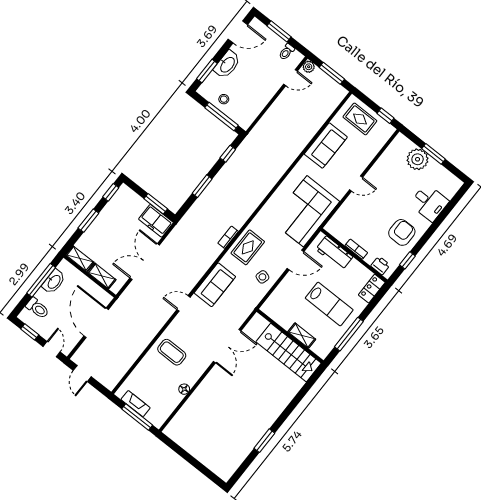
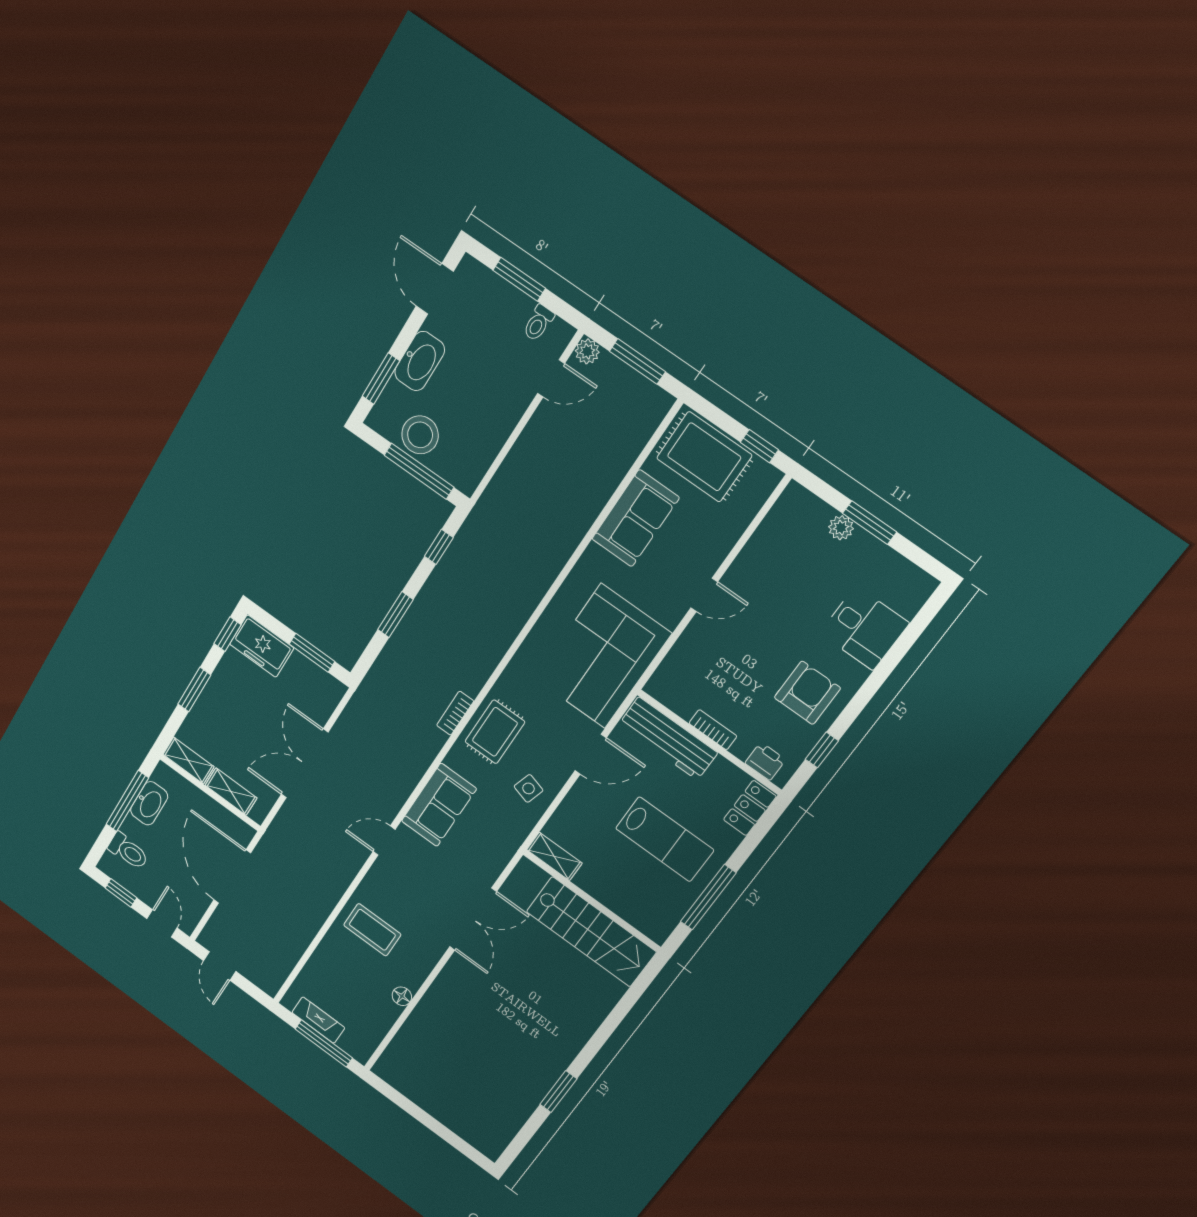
door: (238, 32) -> (435, 289), swing flipped
stool: (224, 99) -> (420, 435), width x1.89, depth x1.89
rug: (360, 119) -> (704, 457), width x1.36, depth x1.43
plant: (418, 159) -> (841, 528), width x0.53, depth x0.53
freezer: (156, 221) -> (262, 646), moved
workbench: (334, 253) -> (668, 739), width x1.38
shelving: (302, 336) -> (554, 856), moved

